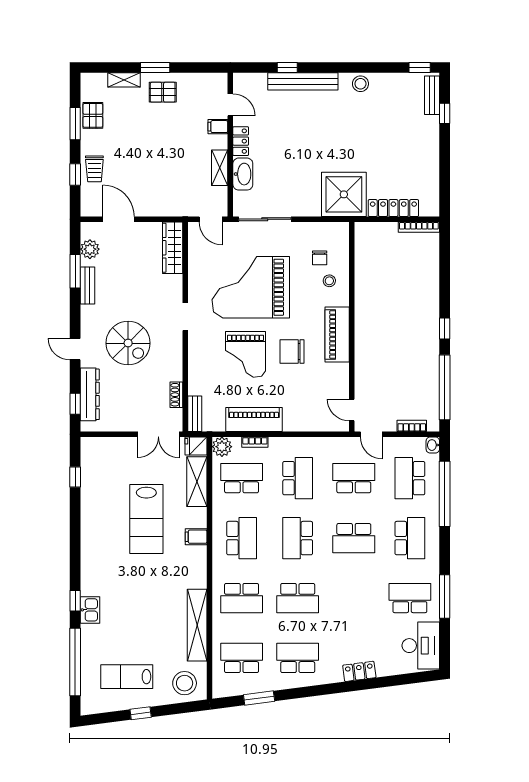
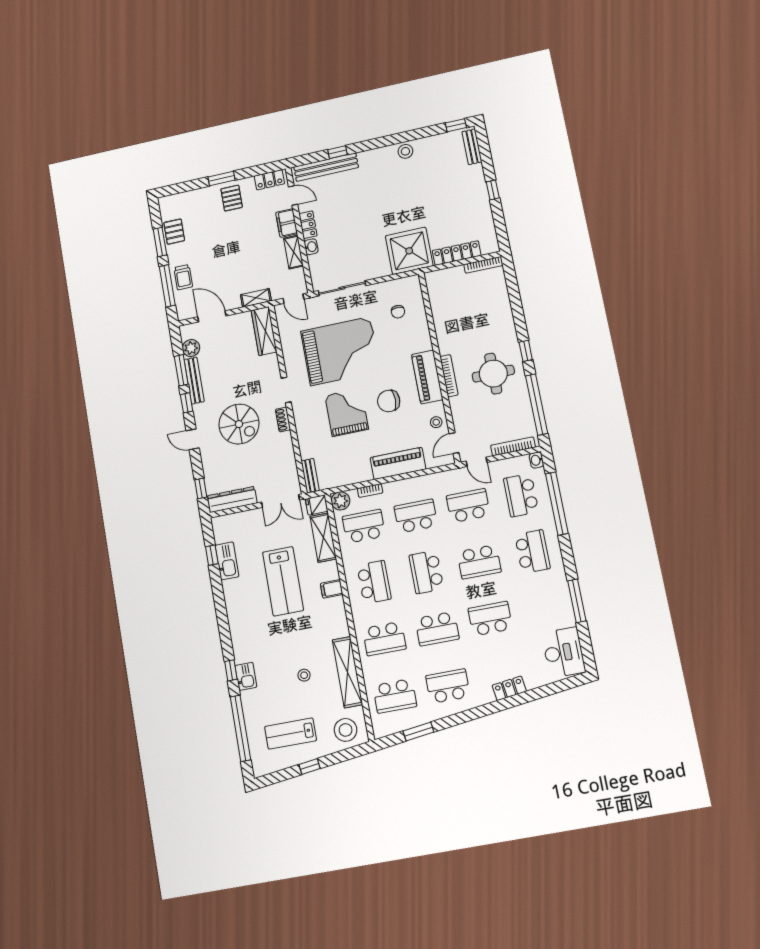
shelving: (124, 80) -> (256, 298), moved
locker: (208, 81) -> (269, 180), added
bench: (303, 81) -> (326, 167), moved
pallet: (163, 92) -> (232, 198), turned 90
window: (445, 113) -> (493, 190), moved
filing cabinet: (218, 127) -> (287, 223), width x2.00
washbasin: (243, 174) -> (311, 247), width x0.52, depth x0.69
window: (75, 175) -> (167, 286), width x2.17
stool: (329, 281) -> (436, 422), moved
bench: (87, 286) -> (194, 381), width x1.36
grand piano: (251, 287) -> (340, 351), turned 180
window: (75, 308) -> (187, 403), added
bookcase: (360, 338) -> (449, 376), added
round table: (406, 345) -> (493, 374), added
grand piano: (246, 354) -> (347, 412), turned 180
dresser: (90, 394) -> (232, 500), moved, turned -90
shoe rack: (176, 395) -> (283, 419), moved
door: (352, 410) -> (454, 443), hinge flipped
piano: (254, 420) -> (398, 463), moved
bookcase: (412, 426) -> (513, 446), width x1.56
school desk: (298, 478) -> (416, 516), turned -90
kitchen sink: (90, 486) -> (227, 561), added
school desk: (410, 598) -> (490, 619), moved
stool: (151, 620) -> (304, 675), added
school desk: (242, 658) -> (395, 696), turned 180

